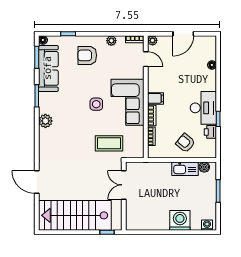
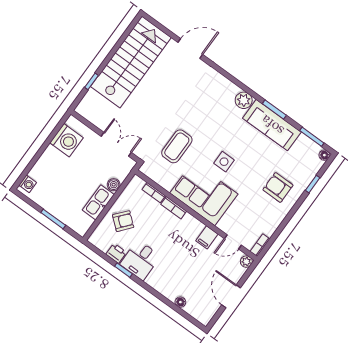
plant: (111, 41) -> (275, 221), removed
armchair: (87, 55) -> (278, 187), turned -90
sofa: (48, 68) -> (272, 125), moved
filing cabinet: (155, 98) -> (207, 237), moved
desk: (203, 108) -> (140, 260), width x0.73
boiler: (204, 167) -> (114, 185), moved
double door: (124, 185) -> (116, 144), moved
wall: (124, 196) -> (105, 136), moved
washing machine: (180, 220) -> (66, 140), moved

